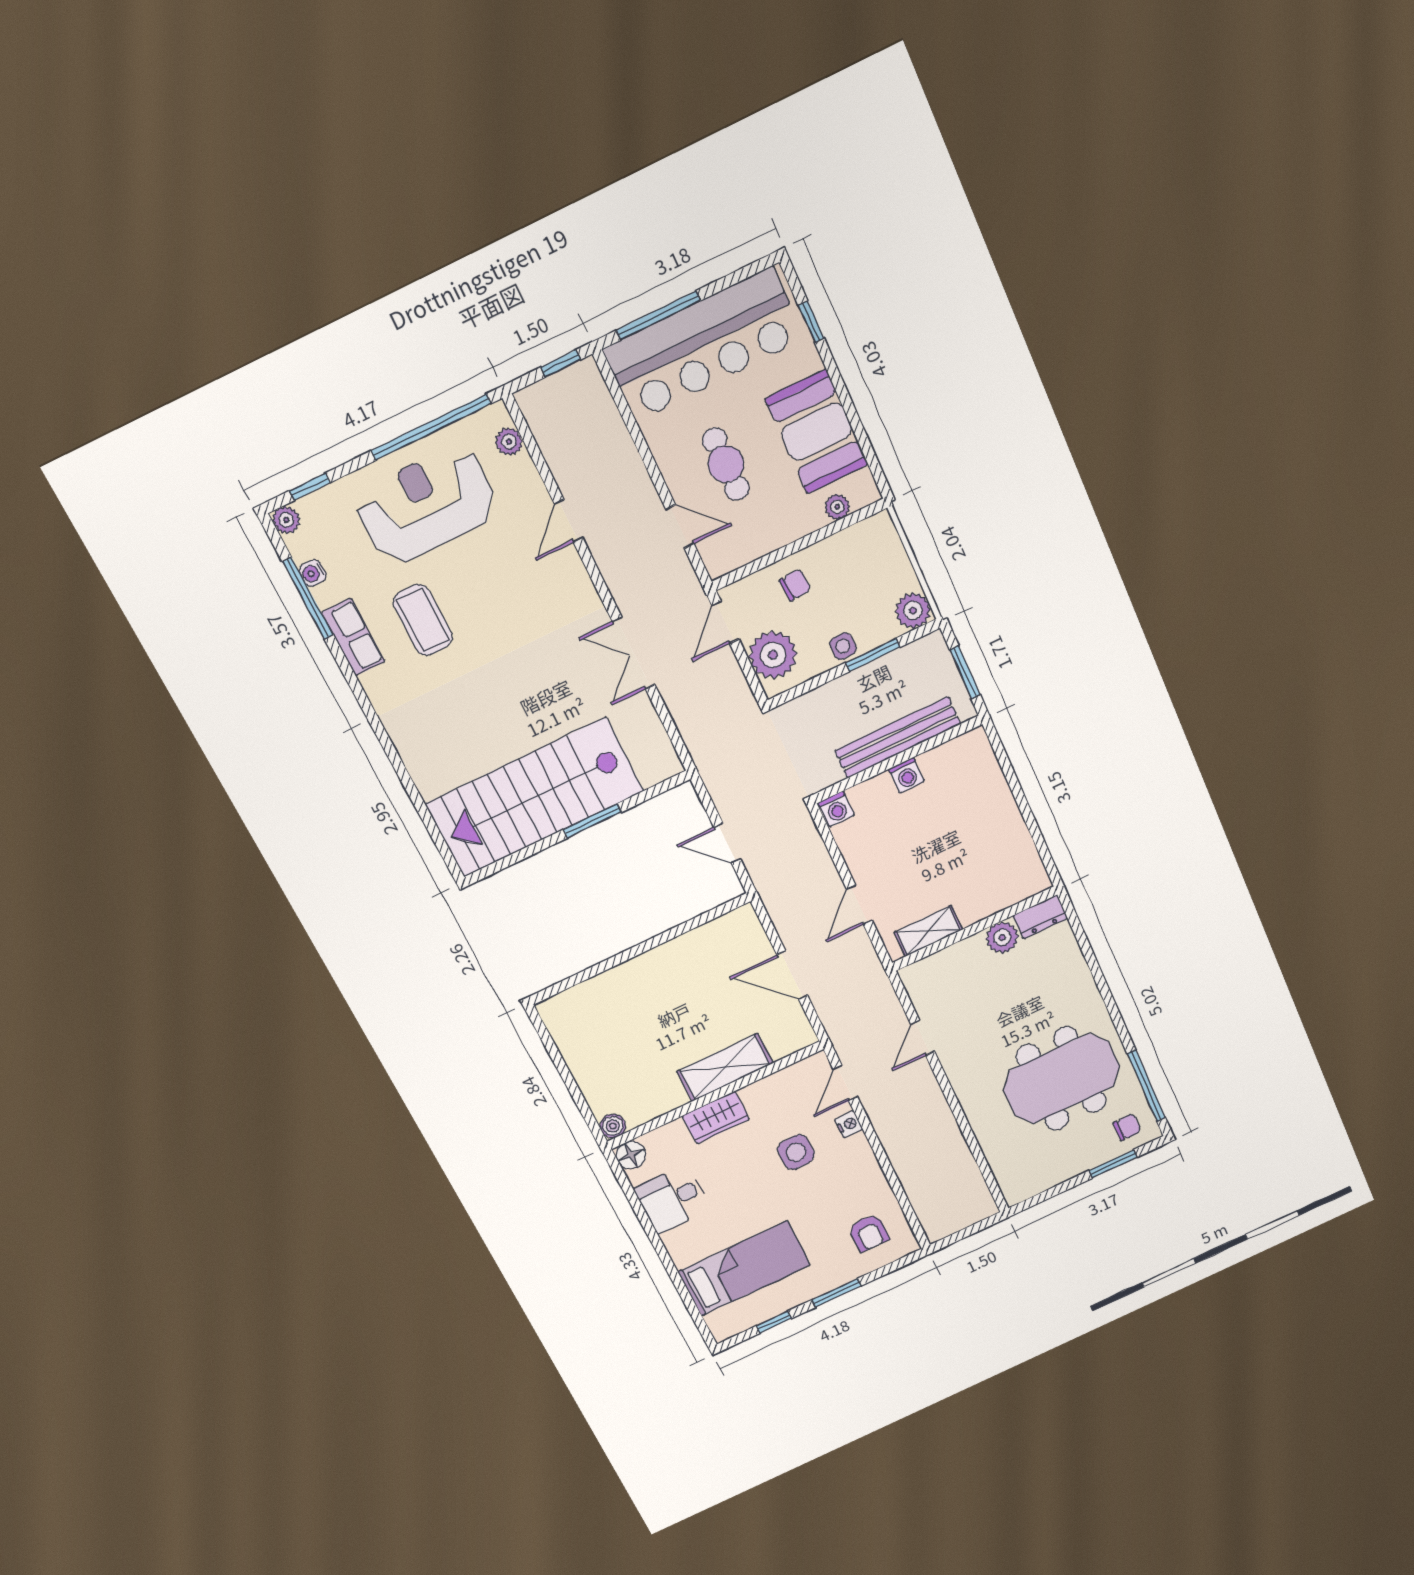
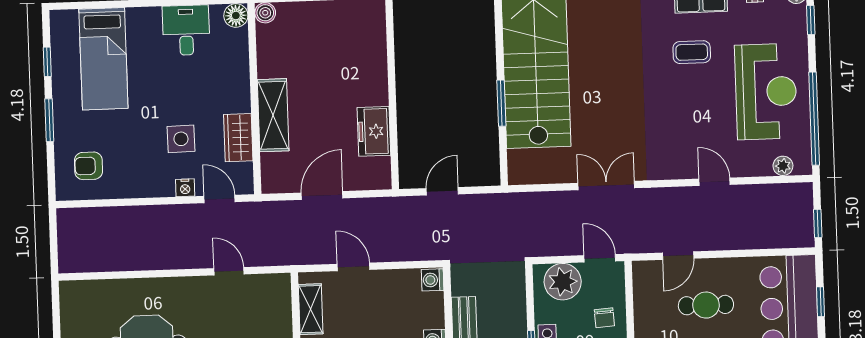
window: (658, 315) -> (821, 302), width x0.46
coffee table: (423, 620) -> (692, 52), width x0.73, depth x0.77
freezer: (693, 950) -> (374, 131), added
wardrobe: (716, 1117) -> (238, 138), moved

